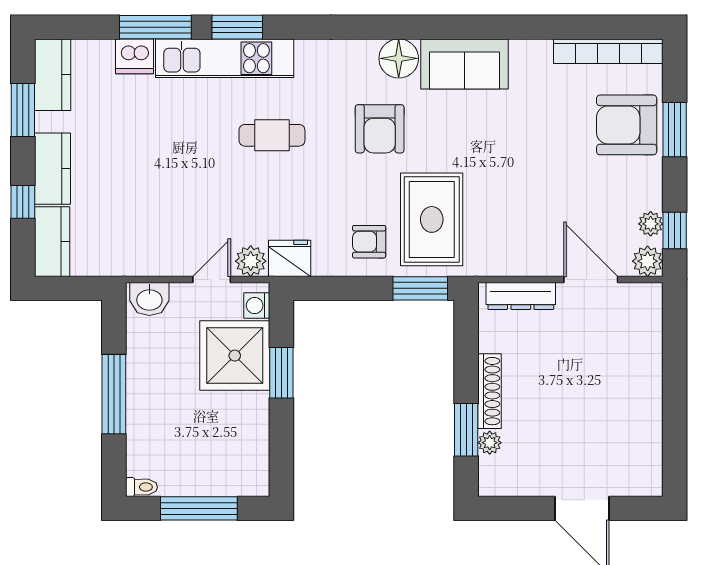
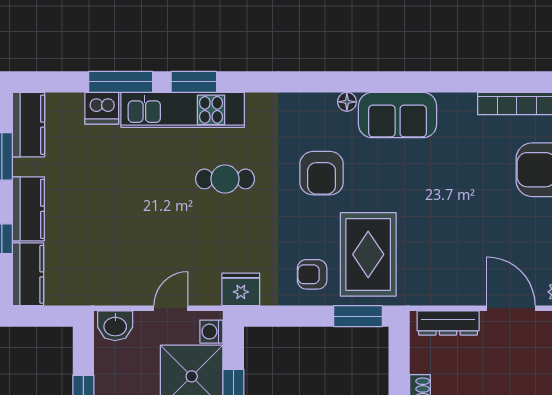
floor lamp: (399, 58) -> (347, 102), width x0.53, depth x0.53
plant: (251, 261) -> (206, 292), removed

